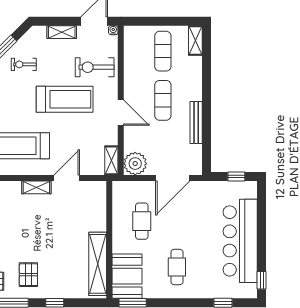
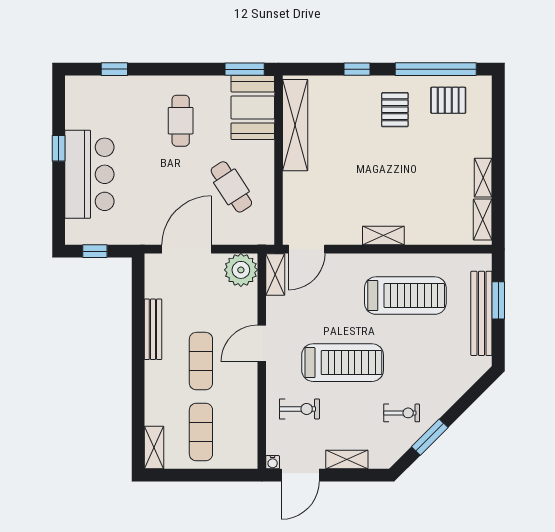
exercise bike: (95, 67) -> (299, 409), width x0.73, depth x0.72
treadmill: (65, 99) -> (343, 363), turned 180
door: (121, 113) -> (262, 343), hinge flipped
door: (67, 178) -> (307, 249), moved
cafe table: (142, 221) -> (231, 187), turned -33
bar counter: (240, 241) -> (89, 174), width x0.73
window: (262, 280) -> (59, 148), moved

